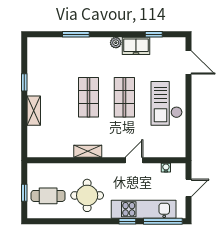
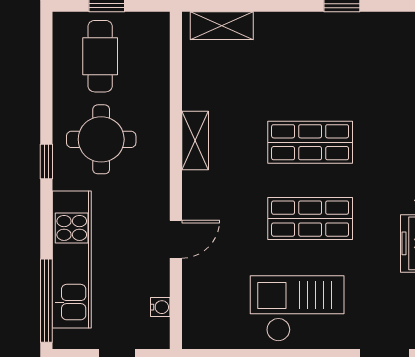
shelving: (34, 111) -> (222, 26), moved
door: (134, 160) -> (176, 239), hinge flipped
window: (127, 221) -> (46, 161), moved

